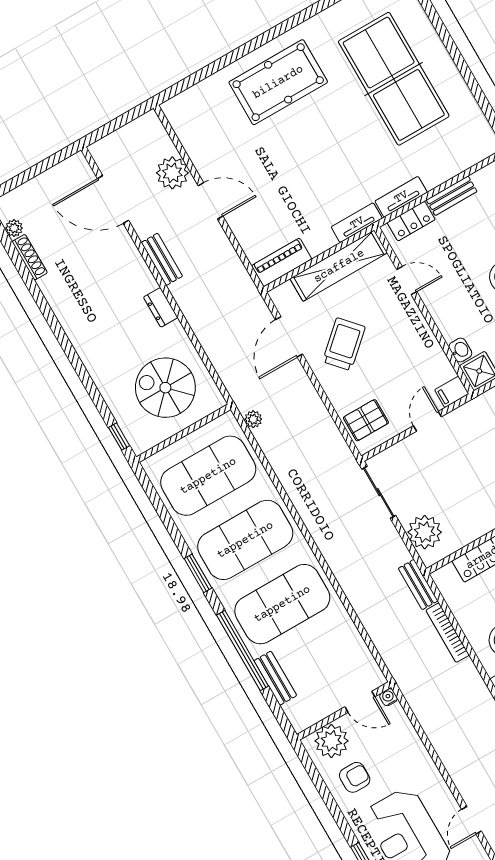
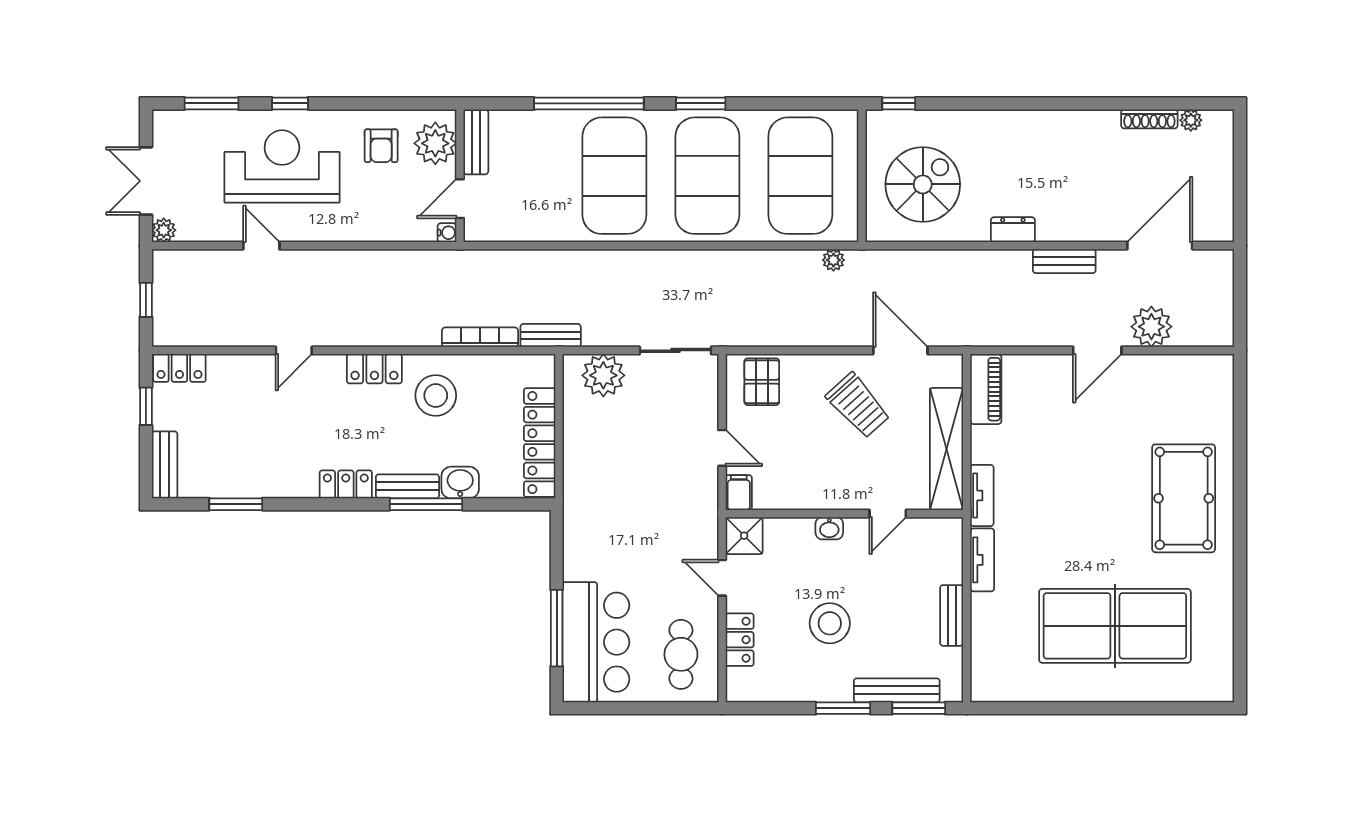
locker: (411, 221) -> (950, 556), removed
washbasin: (460, 350) -> (829, 528), moved
bench: (275, 678) -> (476, 142), moved, turned 90

